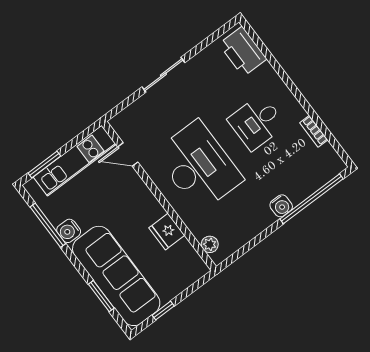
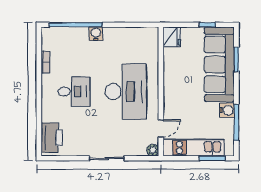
door: (128, 155) -> (161, 128), hinge flipped
desk: (198, 166) -> (126, 92), turned 180
fridge: (167, 232) -> (172, 37), moved
plant: (210, 244) -> (153, 150), moved

